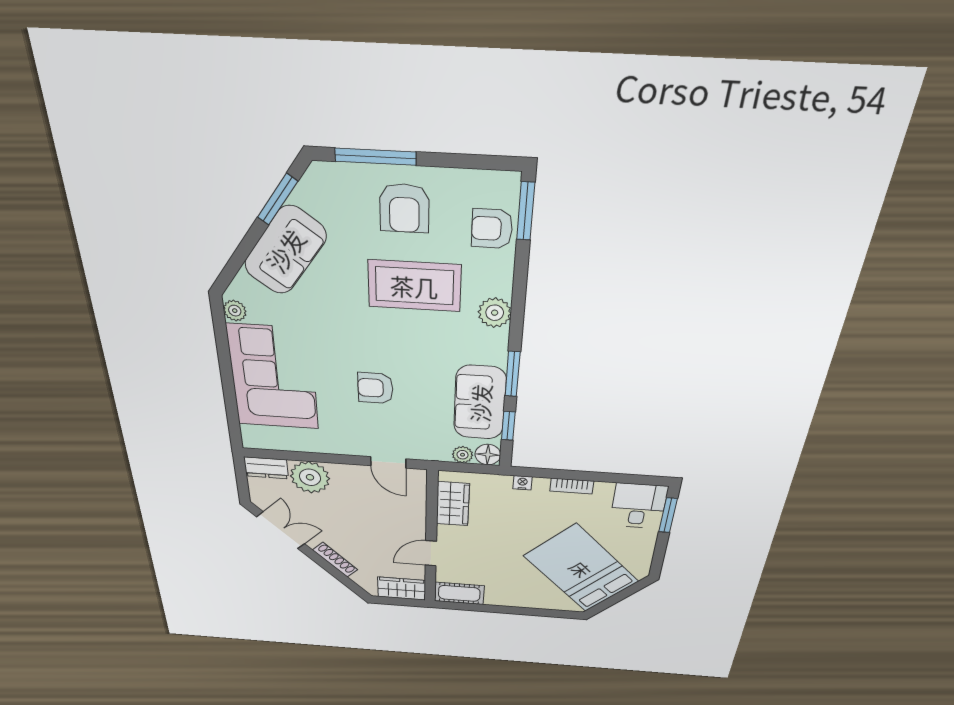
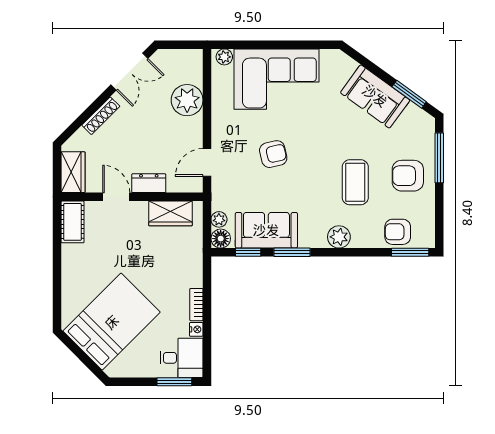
armchair: (492, 229) -> (398, 232), turned -90
coffee table: (414, 286) -> (355, 182), width x0.73, depth x0.76
plant: (235, 311) -> (224, 57), moved
armchair: (375, 388) -> (273, 154), turned 77
dresser: (266, 468) -> (149, 183), moved, turned 90
nightstand: (522, 483) -> (196, 329), moved

